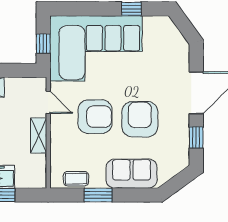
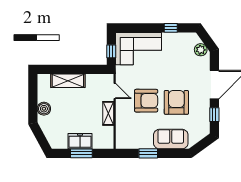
plant: (176, 41) -> (201, 50), added
corner sofa: (96, 48) -> (139, 49), width x0.73, depth x0.74
coffee table: (76, 179) -> (133, 142), removed

